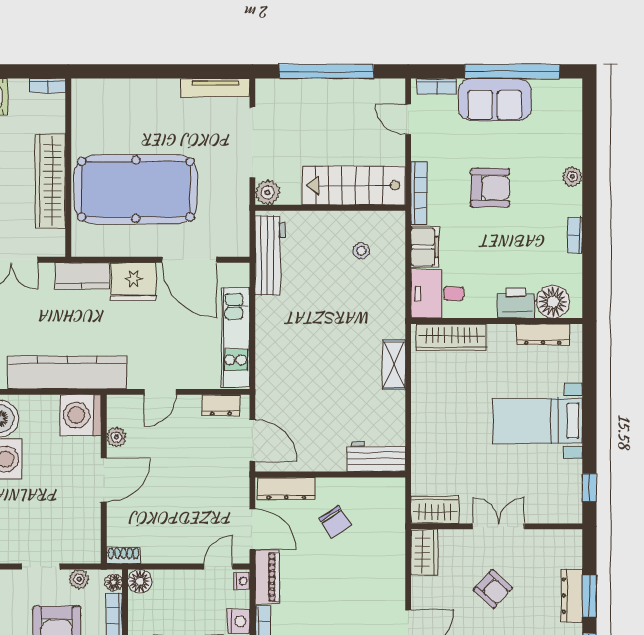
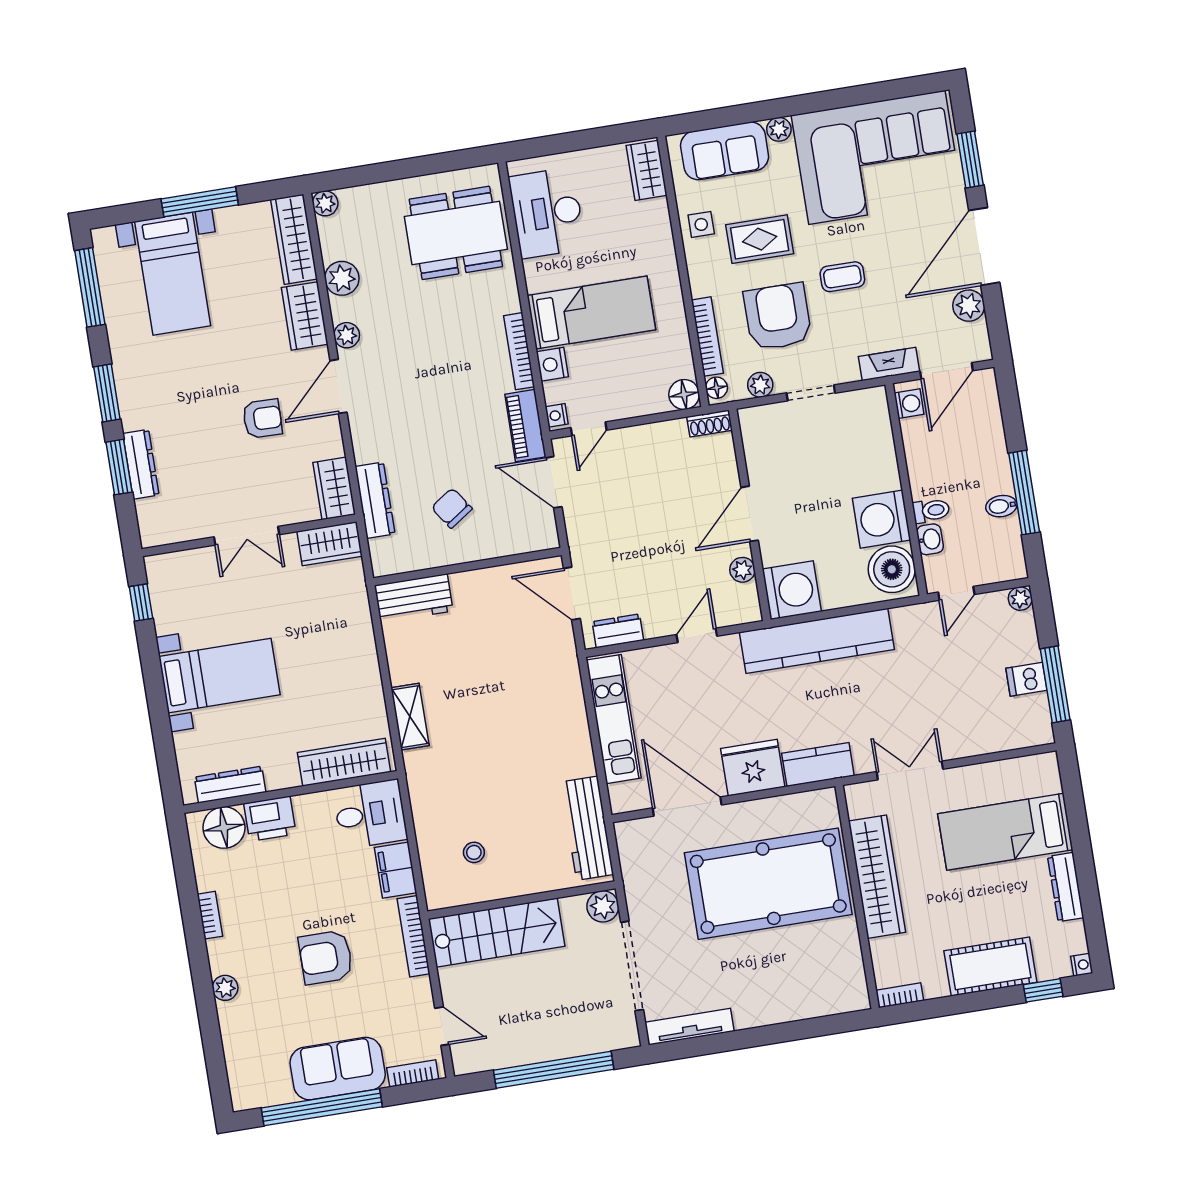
dresser: (286, 489) -> (375, 500), moved, turned 90
armchair: (493, 589) -> (262, 419), moved, turned 139

